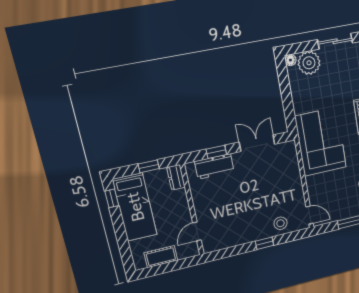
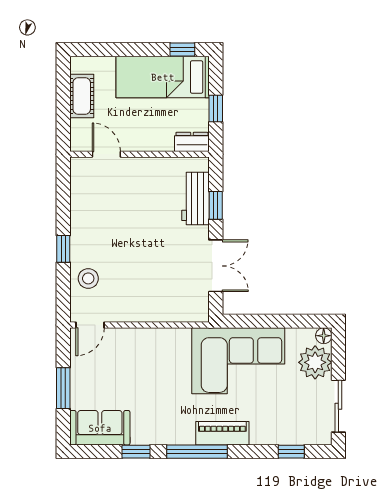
corner sofa: (321, 142) -> (238, 361), moved

